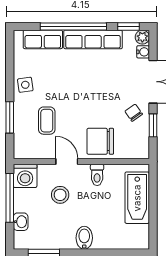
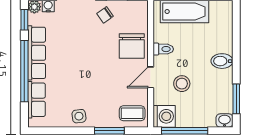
coffee table: (47, 121) -> (132, 113), moved
washbasin: (21, 222) -> (224, 121), moved

